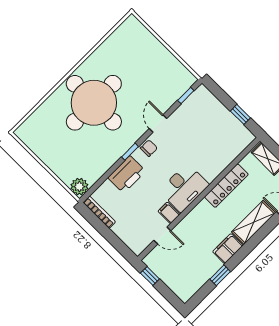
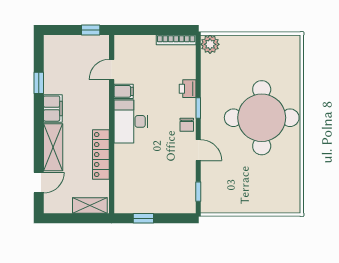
printer: (127, 174) -> (188, 89), width x0.53, depth x0.68

